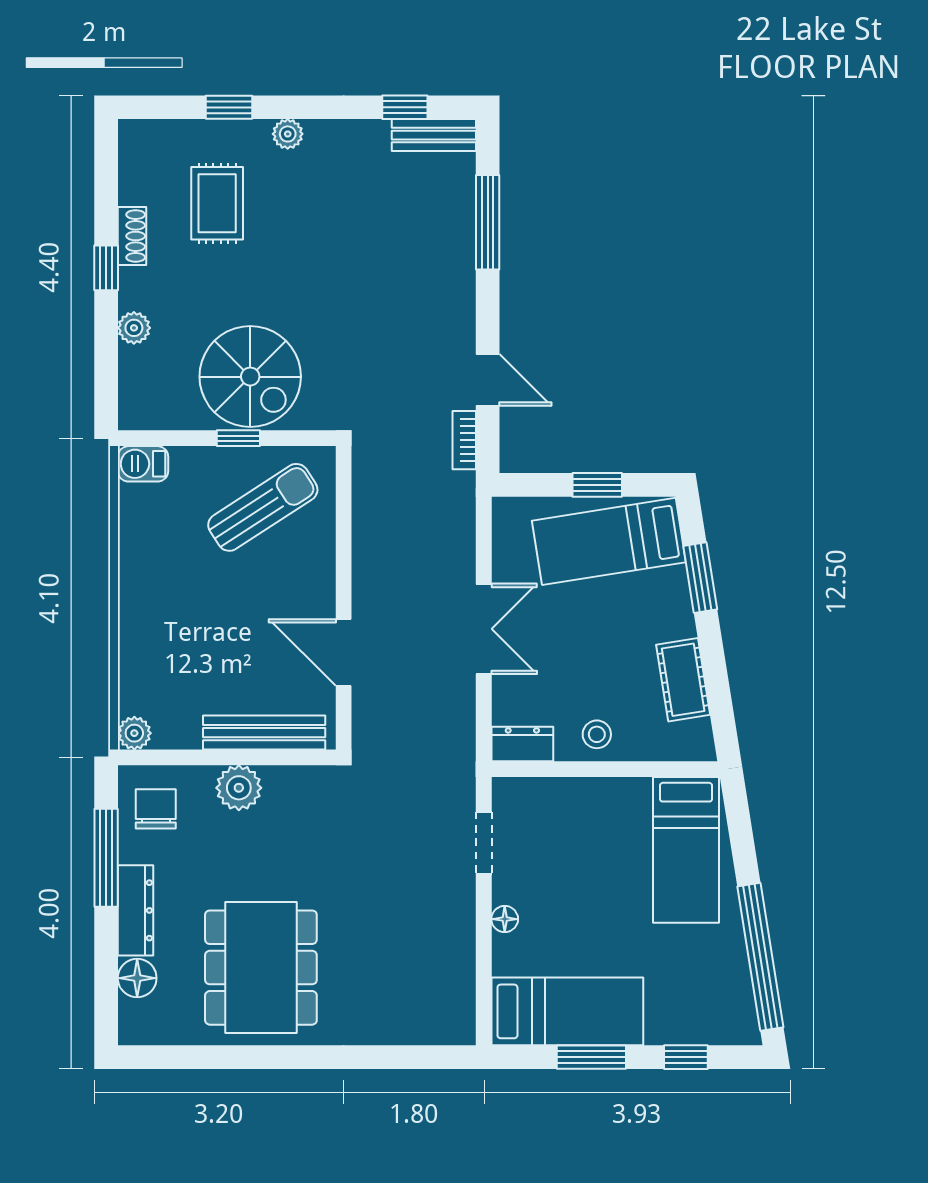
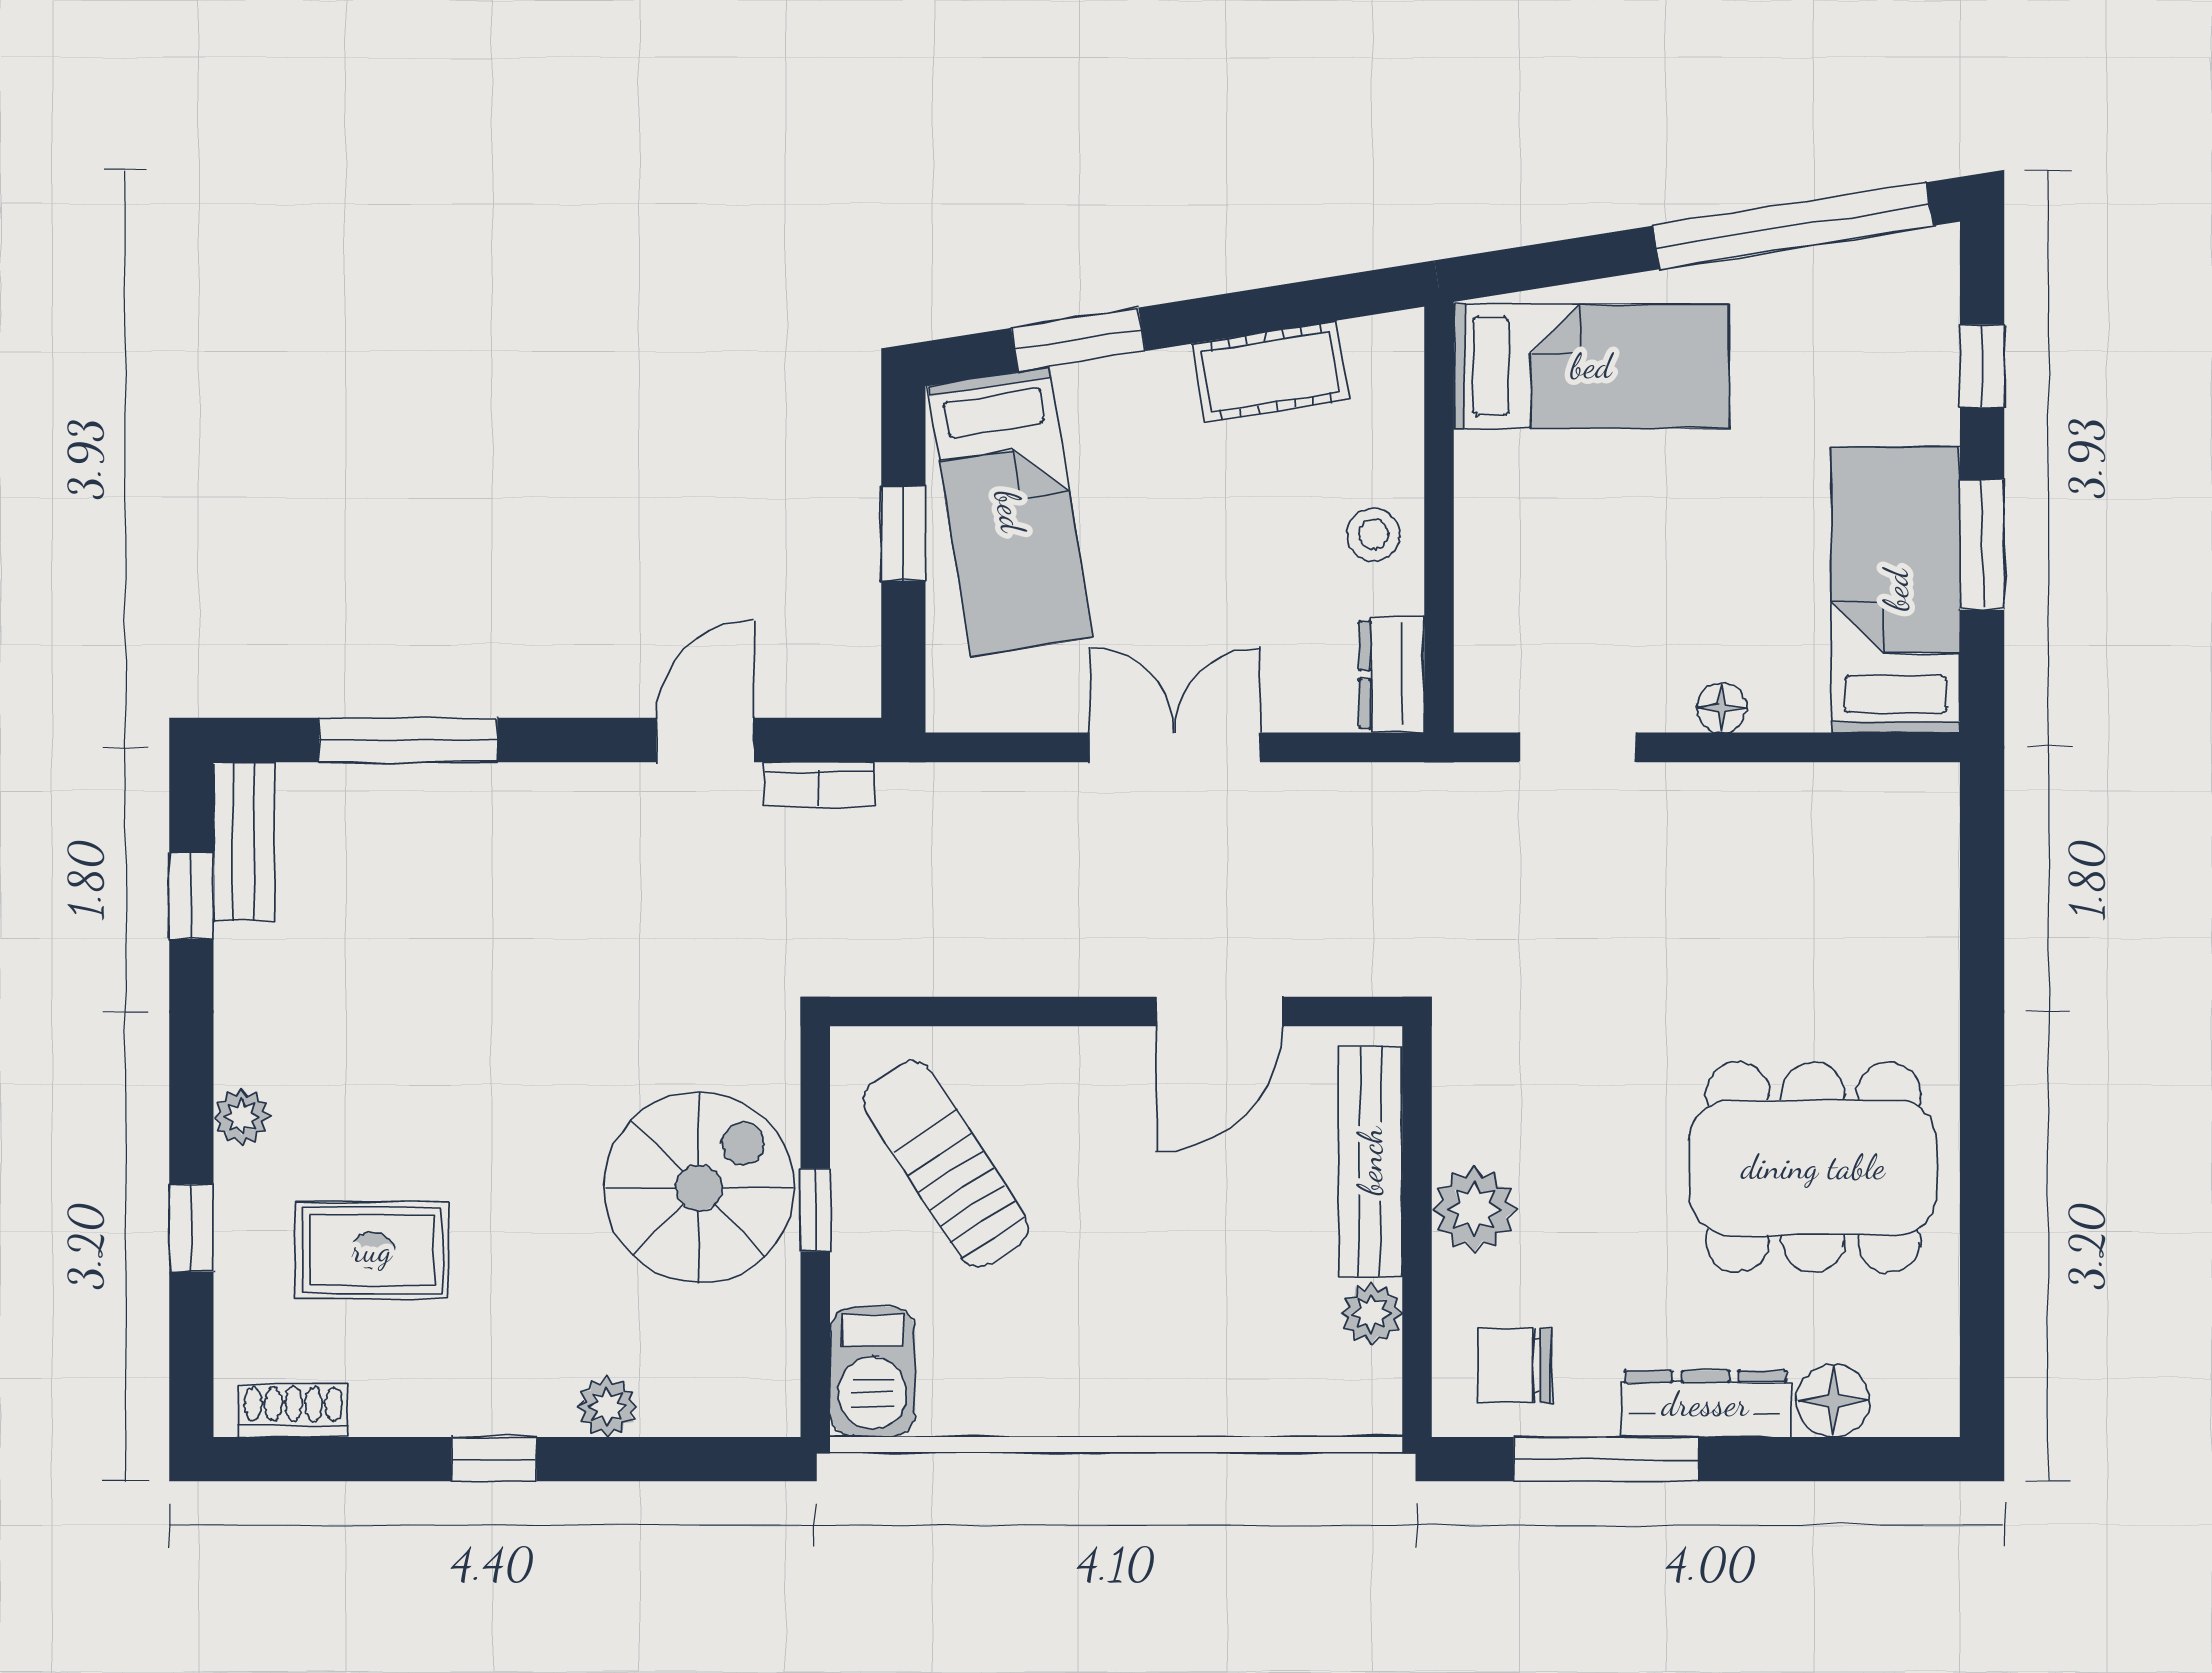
shoe rack: (132, 236) -> (293, 1411), moved
barbecue: (143, 464) -> (872, 1372), width x1.38, depth x1.27
plant: (134, 733) -> (1371, 1313), moved

